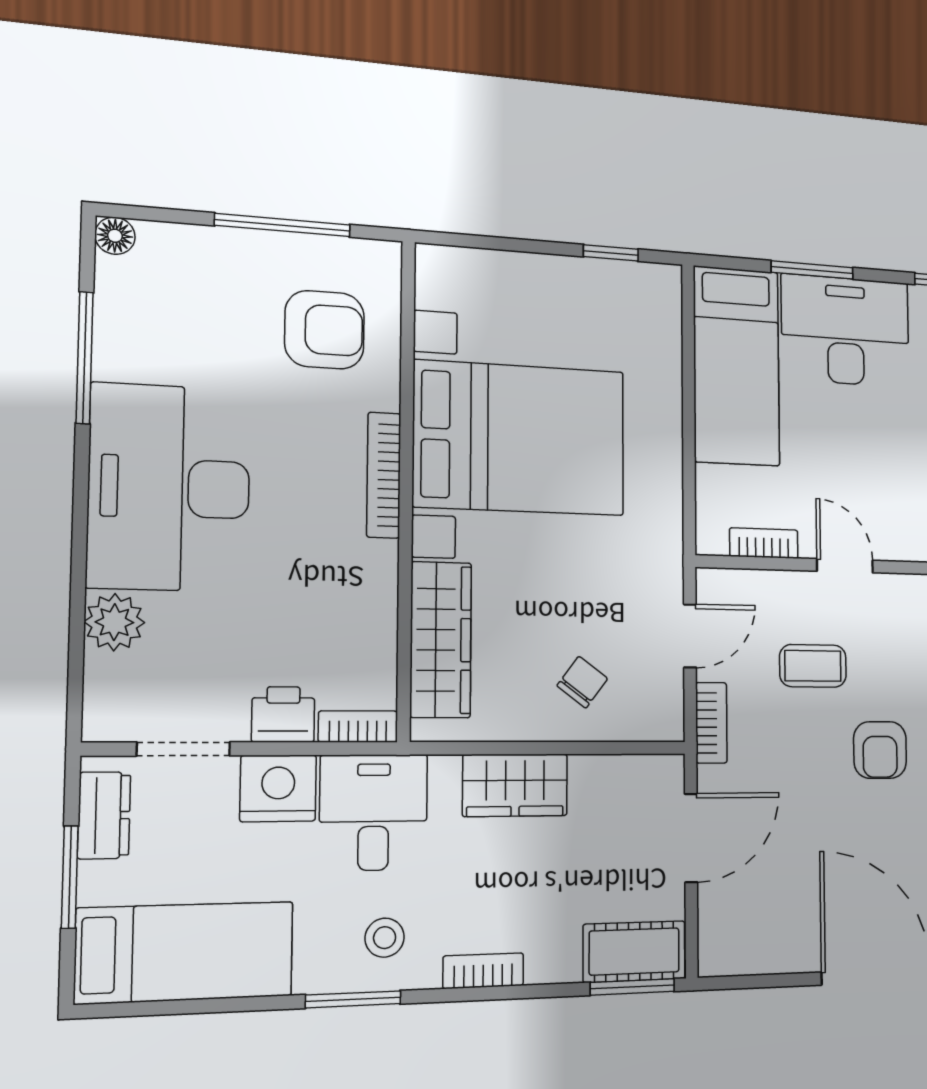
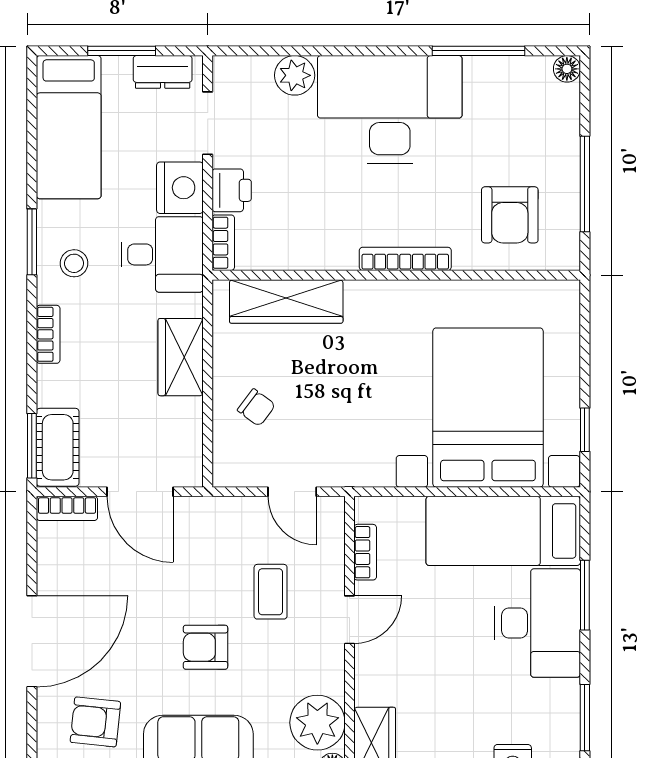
bed with nightstands: (520, 438) -> (488, 408), moved, turned 180
bookcase: (711, 723) -> (67, 508), moved

